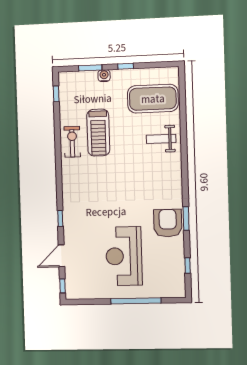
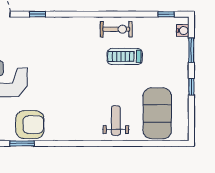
water cooler: (104, 76) -> (183, 31), moved
treadmill: (98, 133) -> (125, 56), width x0.73, depth x0.73
window: (186, 219) -> (22, 143), moved

